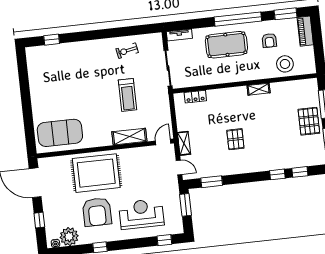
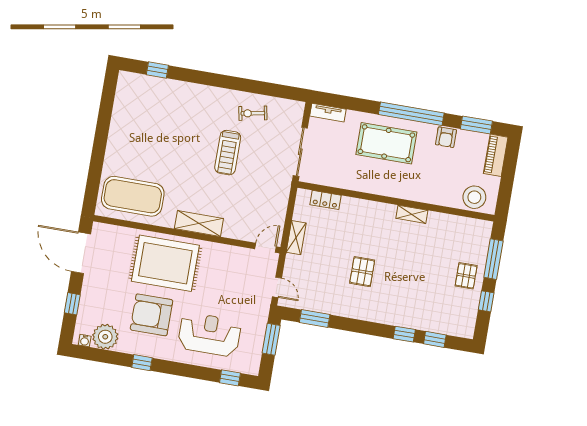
armchair: (269, 40) -> (446, 137), moved
stool: (285, 64) -> (474, 197), moved
treadmill: (128, 95) -> (228, 153), moved
pallet: (309, 121) -> (466, 276), width x0.67, depth x0.71
shelving: (129, 137) -> (199, 224), moved
shelving: (184, 143) -> (296, 238), moved
armchair: (97, 212) -> (152, 315), turned 90

